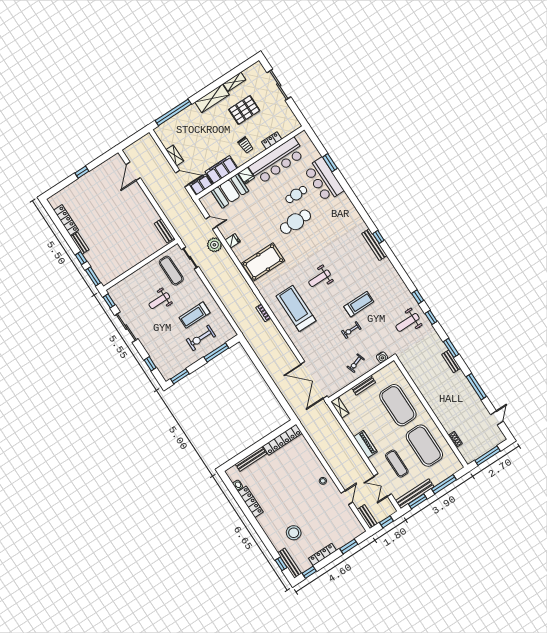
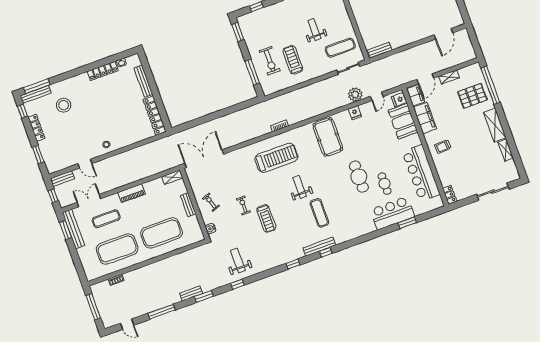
pallet: (244, 110) -> (472, 96), moved, turned 90
locker: (272, 140) -> (450, 195), moved
door: (133, 171) -> (443, 34), swing flipped
fridge: (246, 175) -> (399, 100), moved
exercise mat: (341, 253) -> (319, 213), added
window: (418, 297) -> (293, 264), moved
exercise bike: (201, 338) -> (270, 61), turned 180
window: (444, 484) -> (76, 259), removed
window: (281, 564) -> (37, 86), width x2.17

